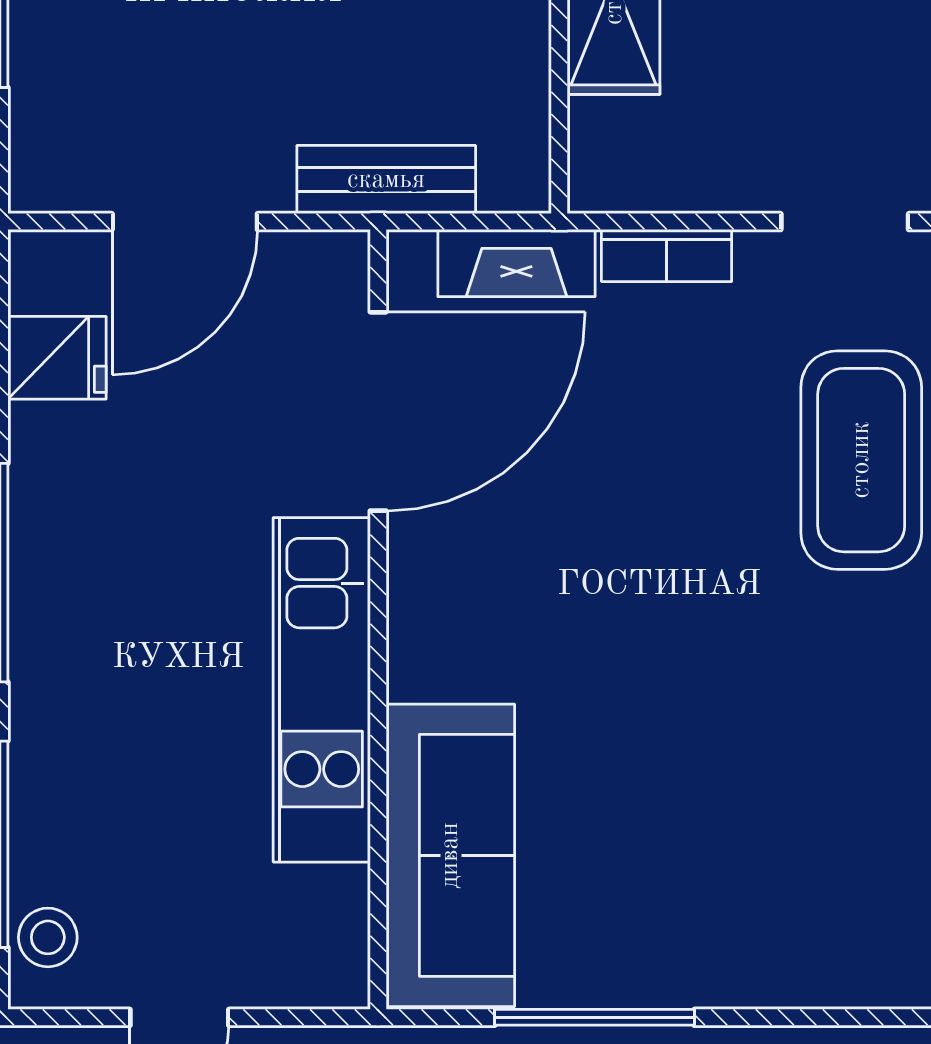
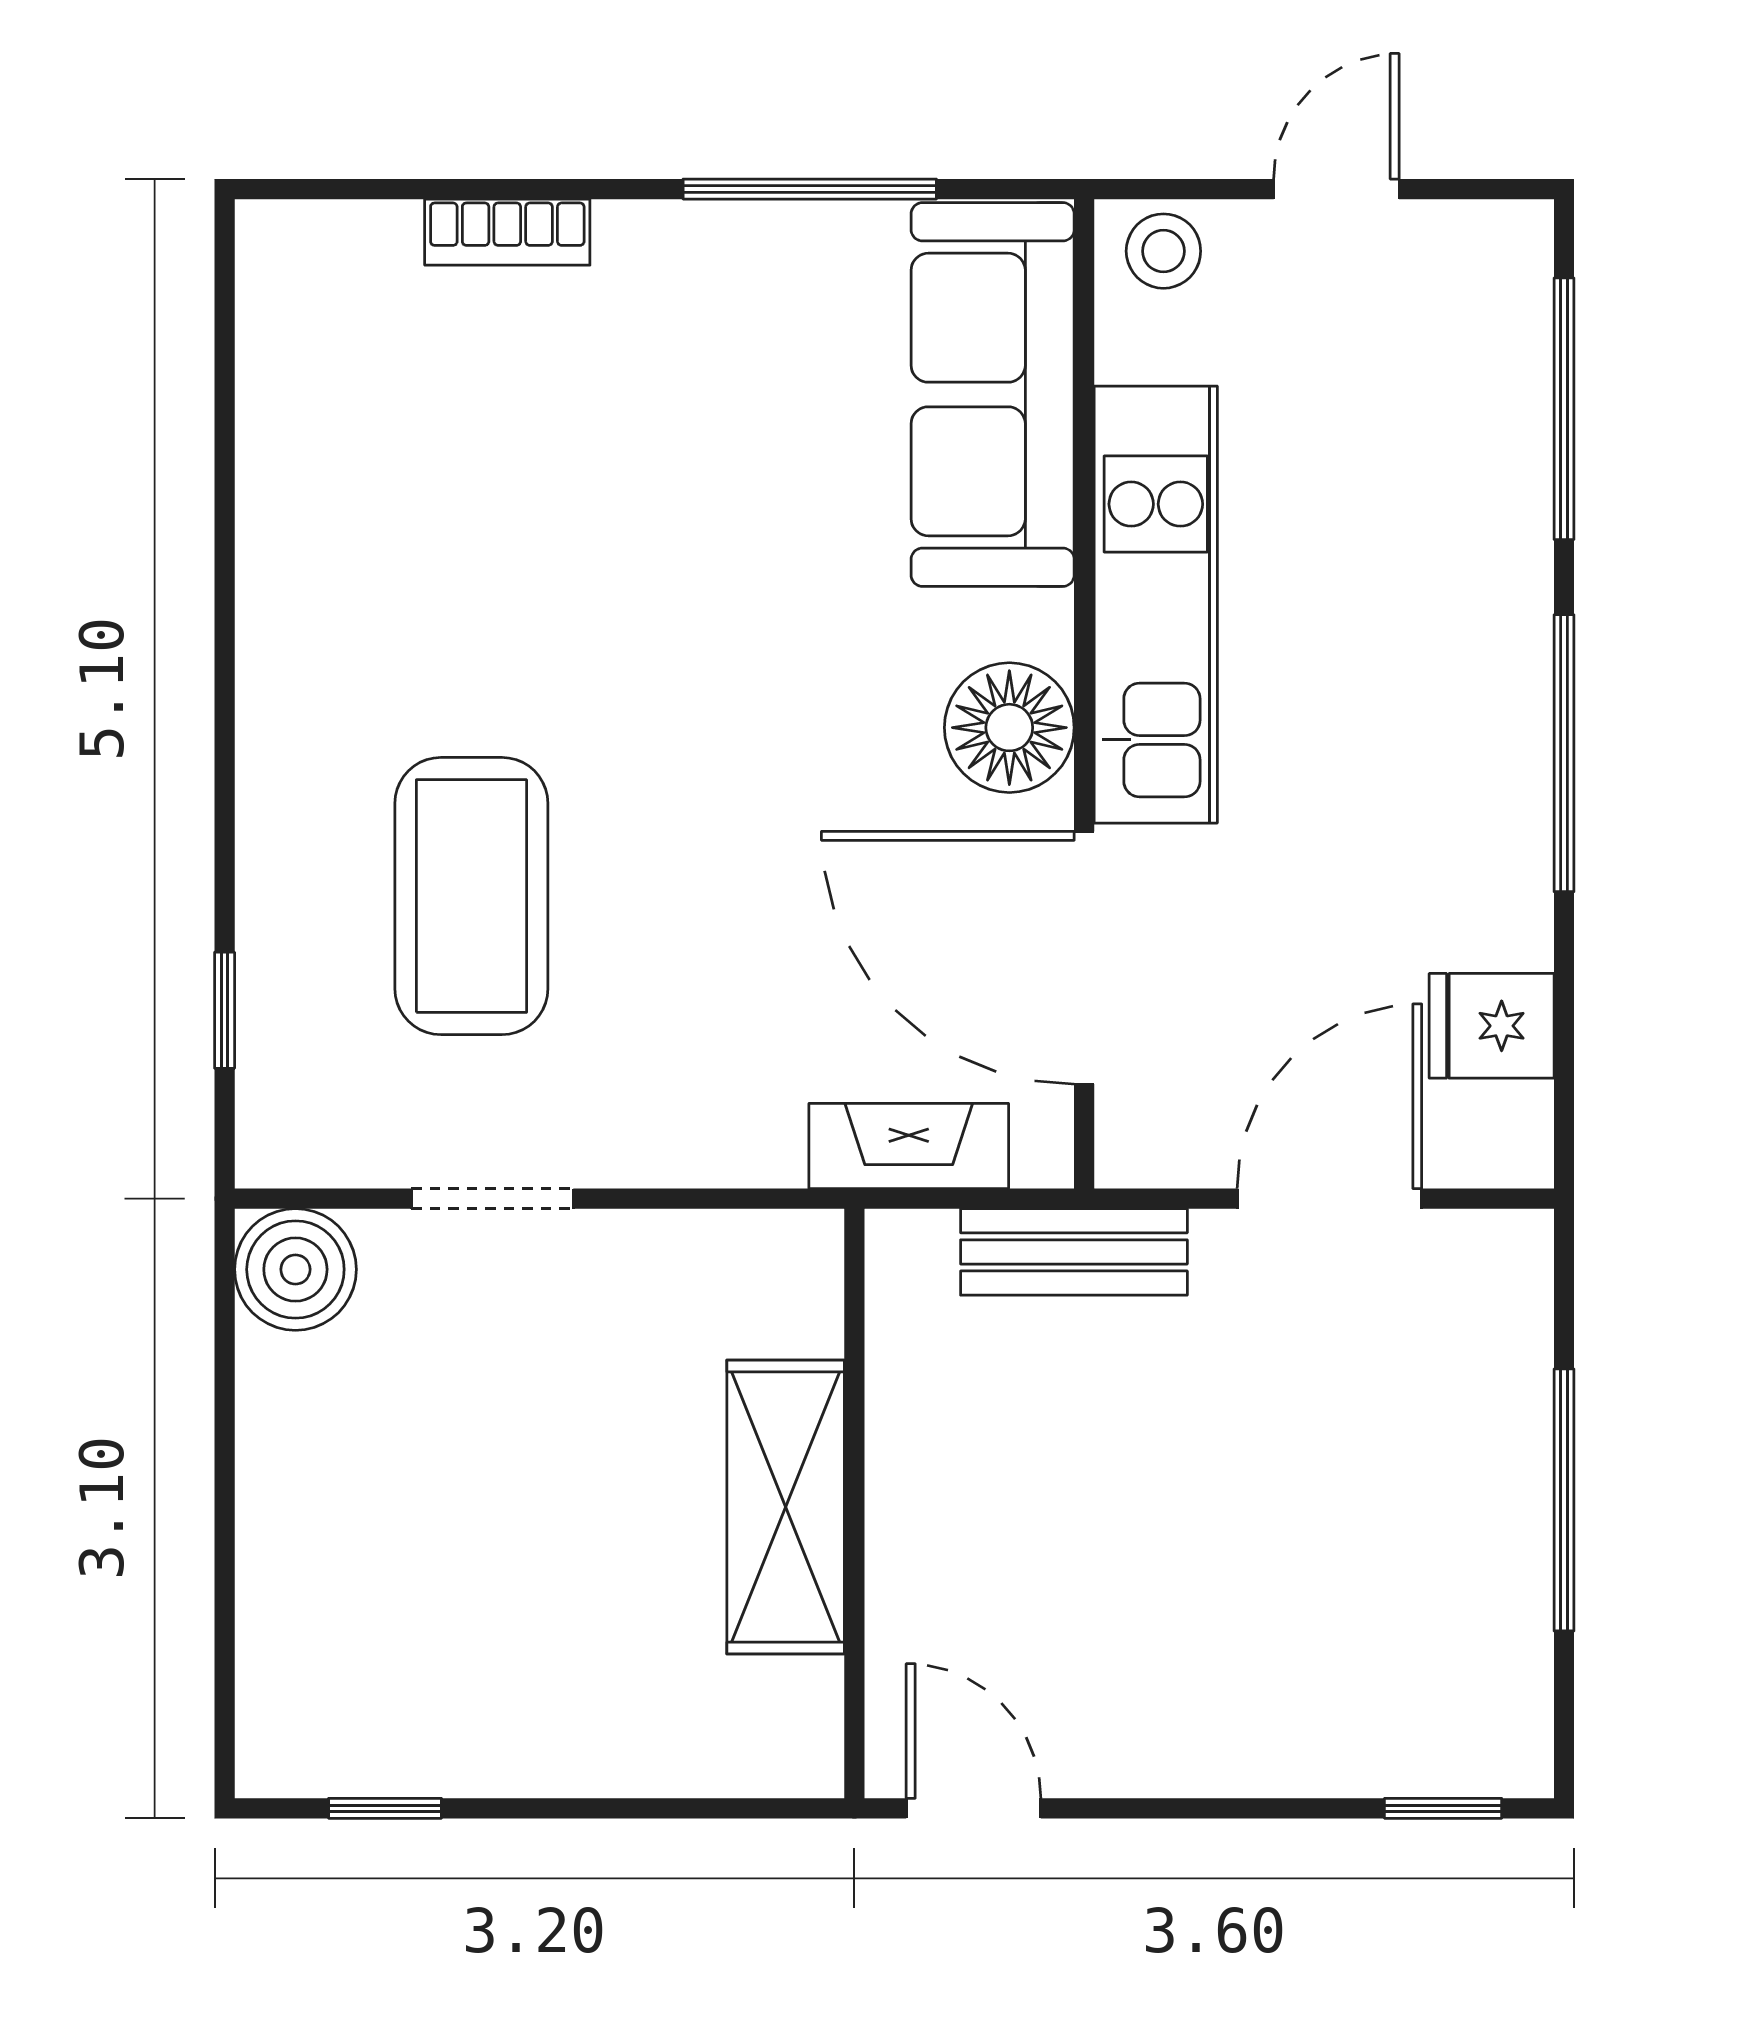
bookcase: (667, 255) -> (507, 232), moved, turned 180
door: (378, 411) -> (1084, 958), hinge flipped
floor lamp: (437, 593) -> (1009, 728), added
stool: (48, 937) -> (1163, 251), moved

